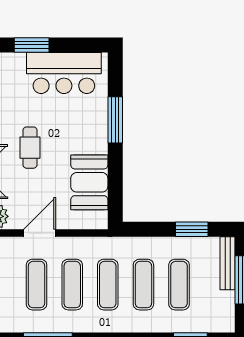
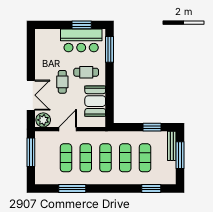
window: (32, 45) -> (82, 25), moved
window: (115, 120) -> (110, 49), moved
cafe table: (73, 130) -> (86, 72), added

